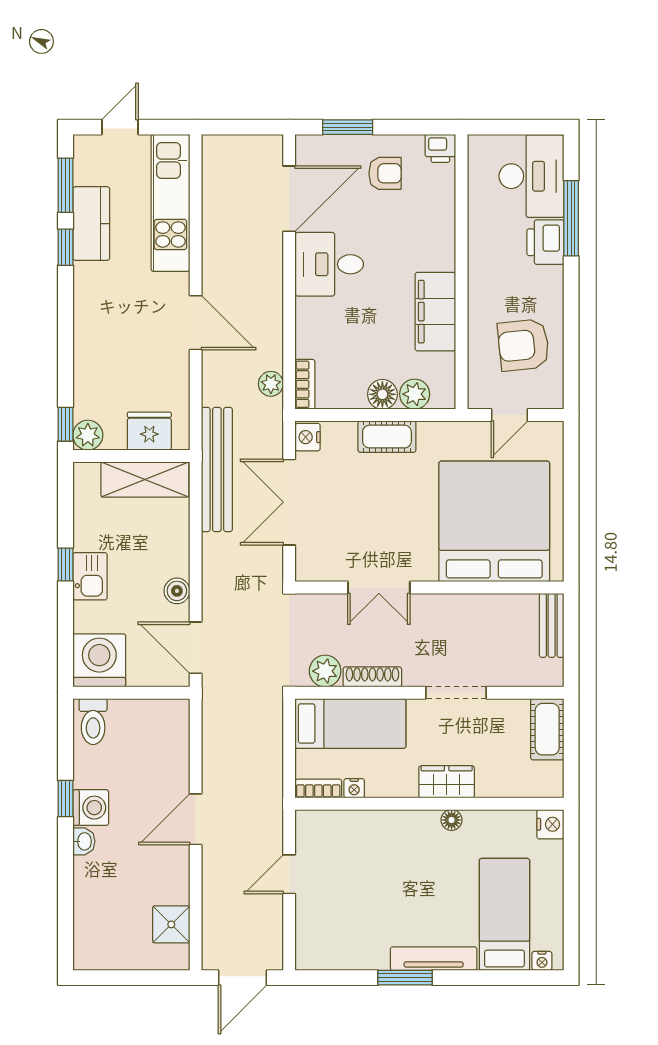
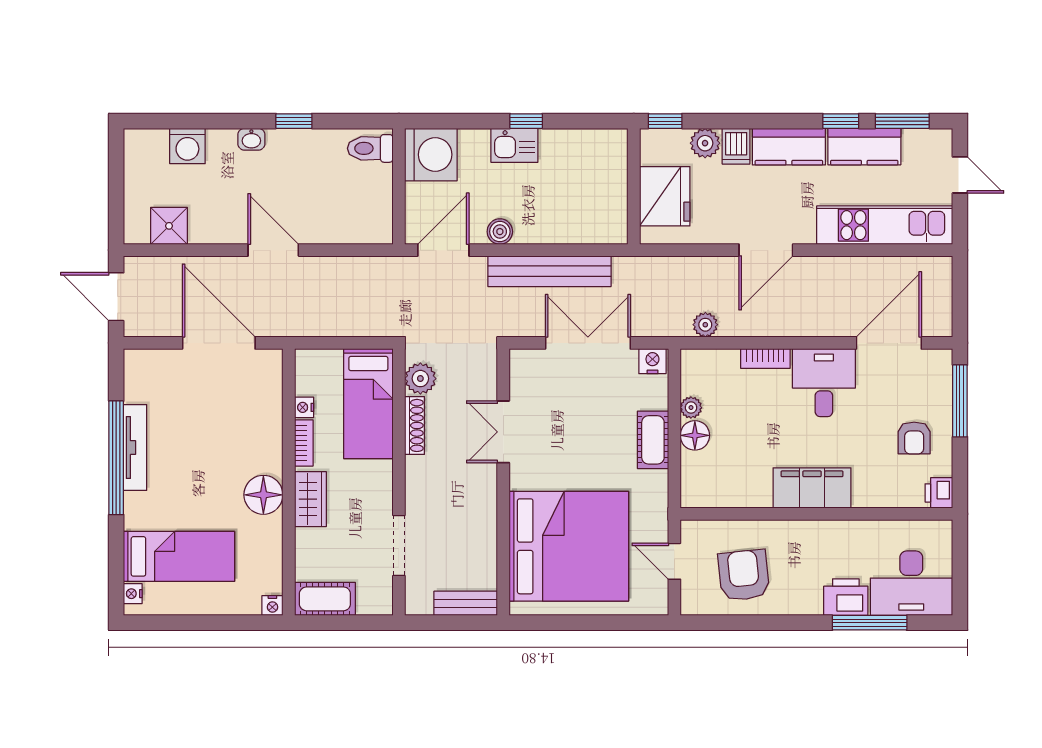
window: (348, 127) -> (960, 401), width x1.44
door: (289, 199) -> (889, 343), swing flipped
kitchen counter: (91, 300) -> (789, 147), added
filing cabinet: (435, 312) -> (812, 488), moved
dishwasher: (91, 353) -> (736, 146), added
bookcase: (305, 384) -> (765, 359), moved
plant: (415, 394) -> (691, 408), moved, width x0.73, depth x0.73
fridge: (149, 431) -> (665, 196), width x1.36, depth x1.34
plant: (88, 435) -> (705, 143), moved
bench: (217, 469) -> (549, 271), moved
shelving: (145, 479) -> (610, 200), removed
doorway: (456, 693) -> (399, 546), moved
cot: (547, 729) -> (325, 599), moved
bookcase: (318, 789) -> (304, 443), moved
washing machine: (91, 808) -> (187, 146), moved
floor lamp: (452, 820) -> (263, 495), width x1.89, depth x1.89
nightstand: (550, 824) -> (272, 605), width x0.72, depth x0.74
door: (289, 874) -> (219, 343), width x1.87
tv unit: (434, 959) -> (135, 448), moved
window: (405, 978) -> (116, 458), width x2.11

